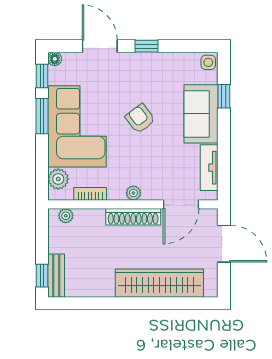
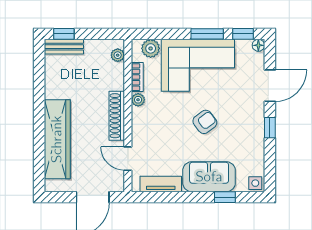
plant: (133, 193) -> (138, 100), moved
door: (181, 204) -> (128, 159), width x0.73

